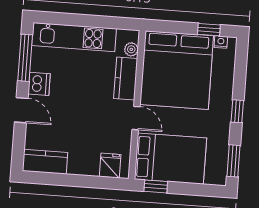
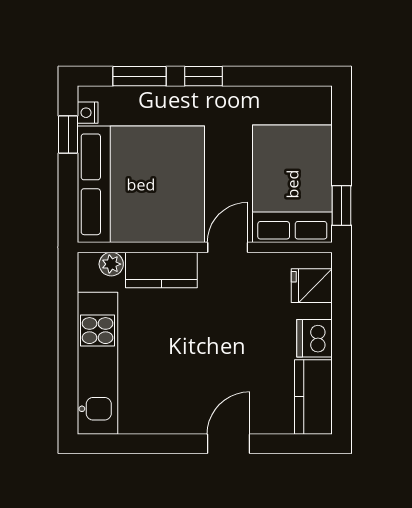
window: (25, 58) -> (139, 444), removed
dishwasher: (39, 84) -> (314, 338), moved, turned -90
window: (234, 161) -> (140, 76), moved

